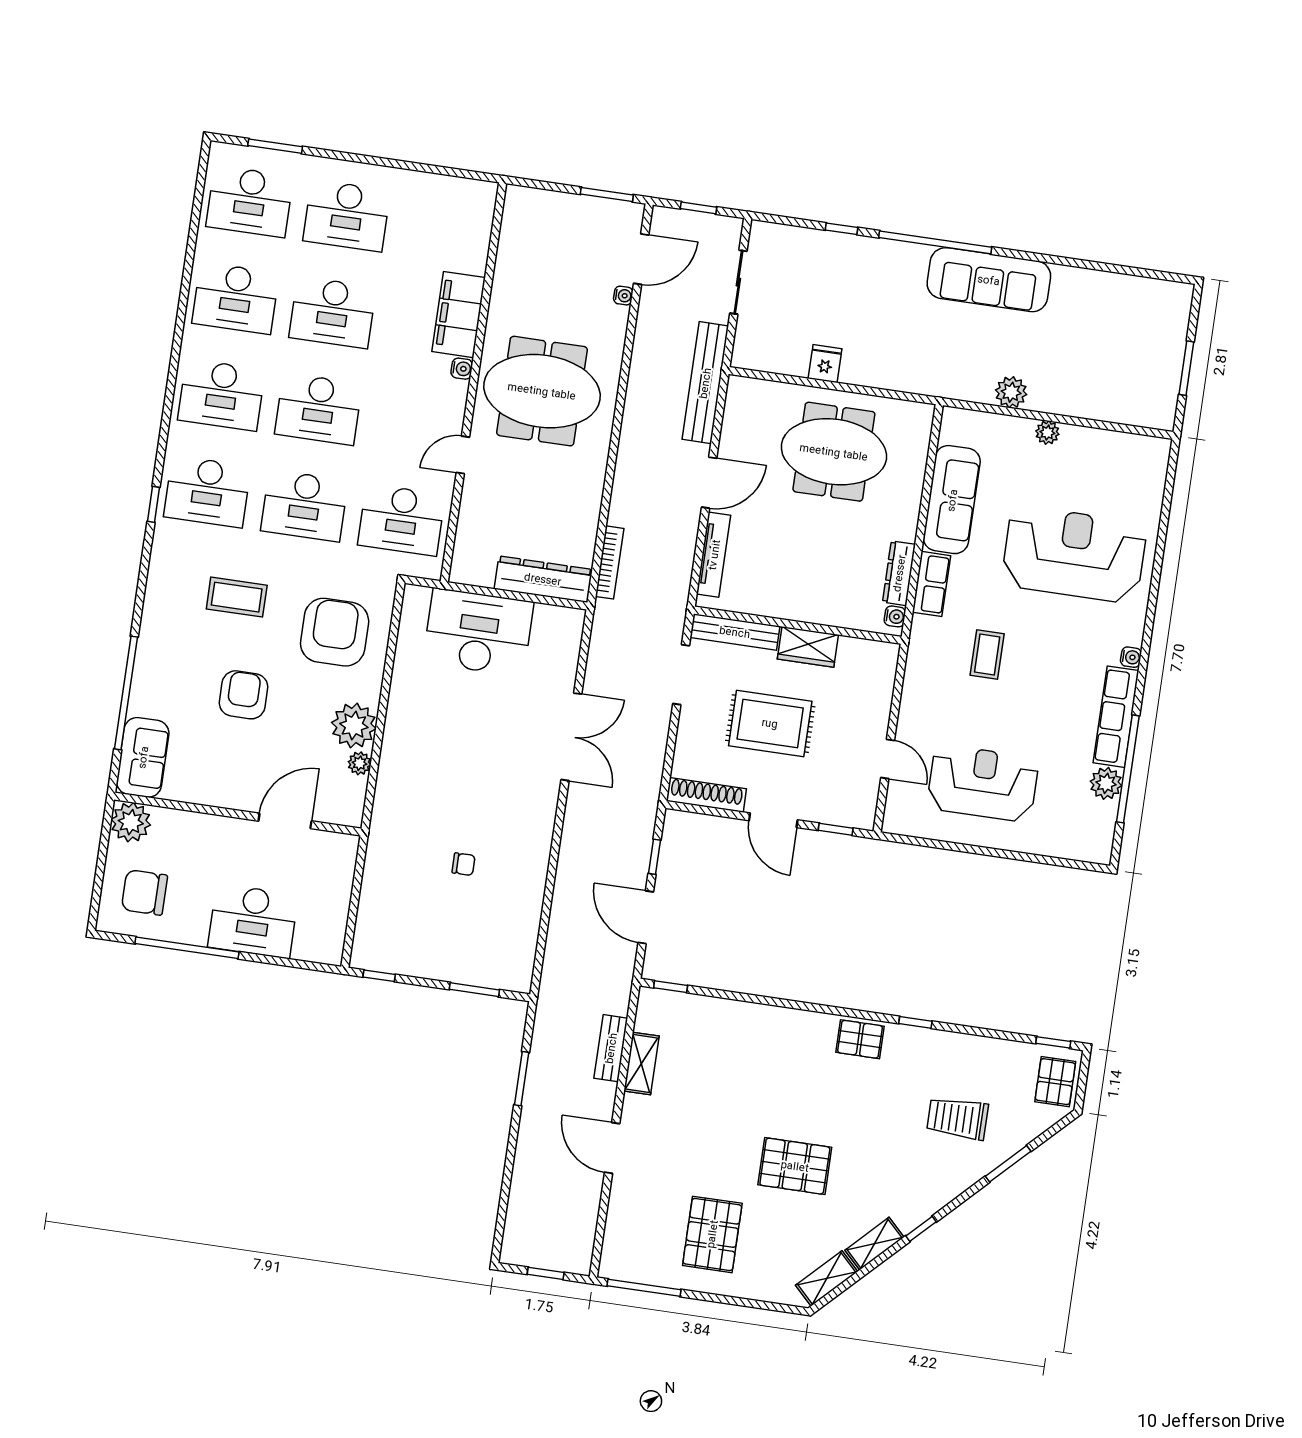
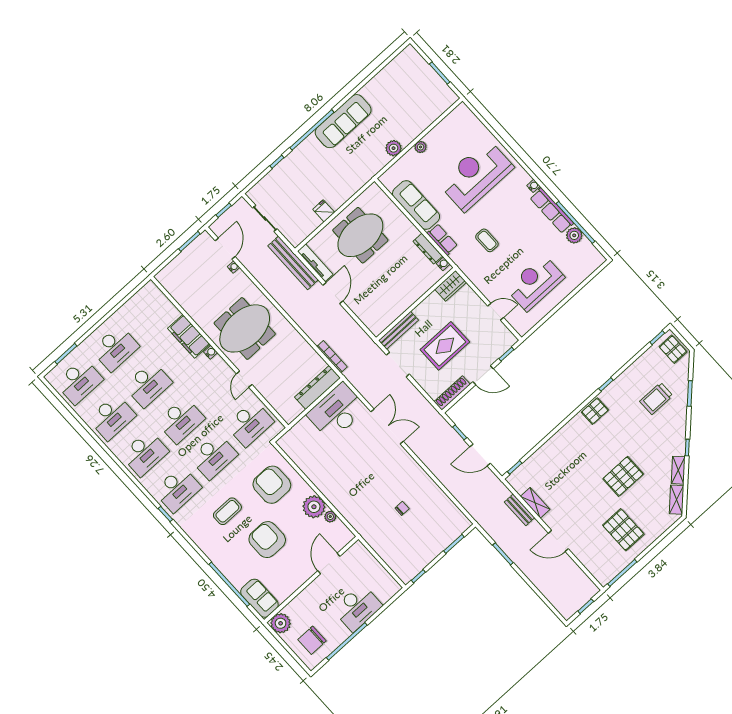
tv unit: (714, 555) -> (315, 263), moved
desk: (478, 632) -> (337, 412), moved
wardrobe: (808, 647) -> (451, 286), moved
armchair: (243, 695) -> (267, 540), width x1.36, depth x1.36

